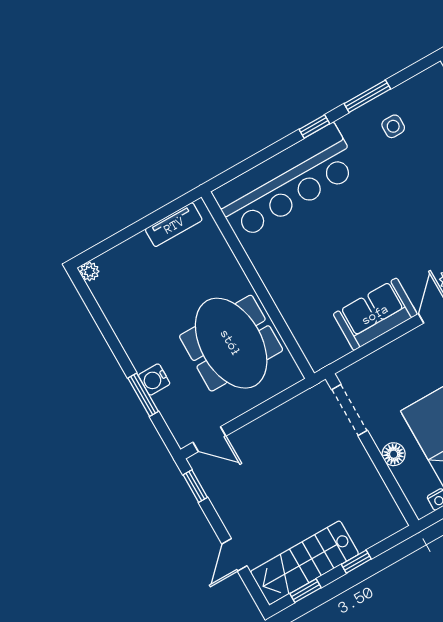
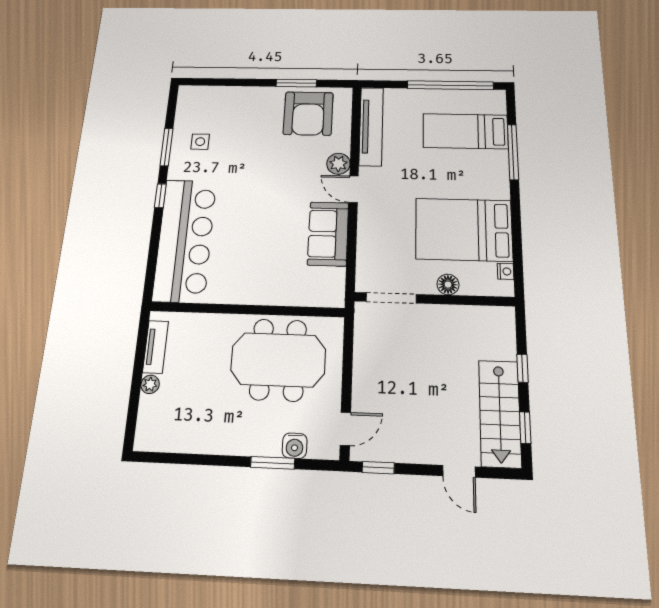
plant: (90, 271) -> (150, 384), moved
water cooler: (154, 379) -> (295, 446), moved

